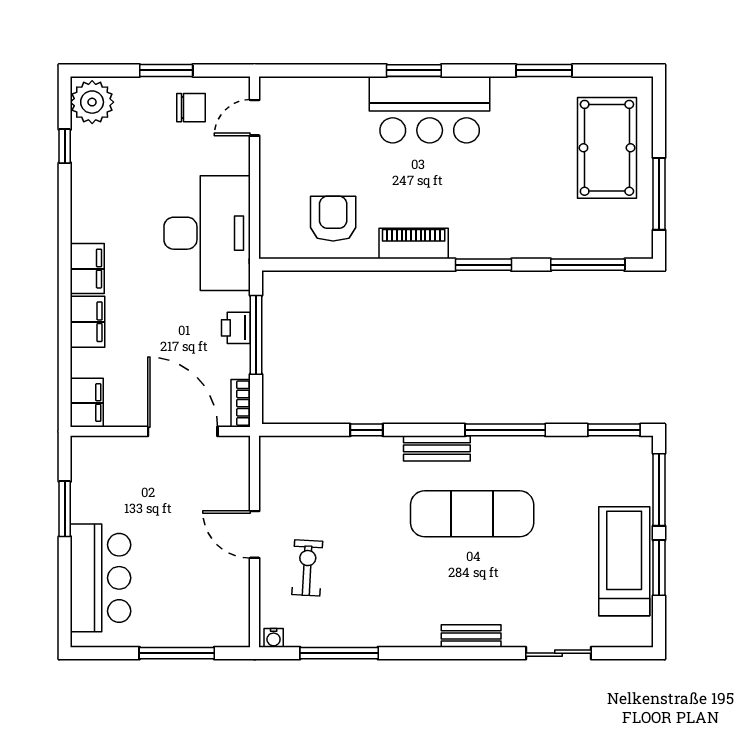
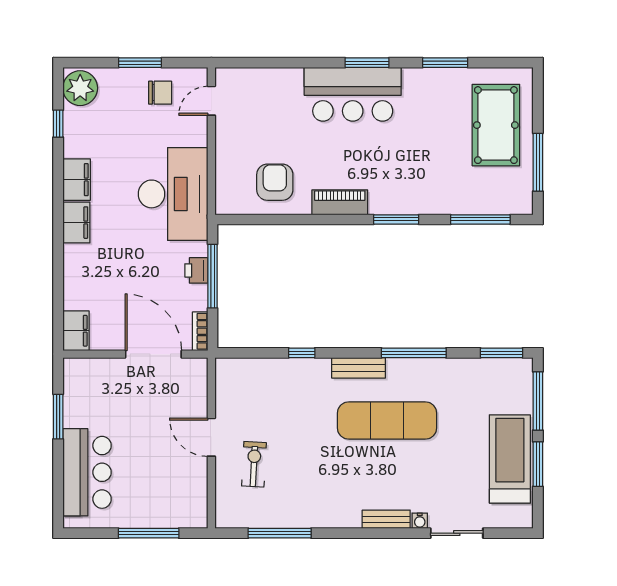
window: (414, 70) -> (367, 63), moved
filing cabinet: (88, 322) -> (77, 180), moved
water cooler: (274, 638) -> (420, 521), moved

